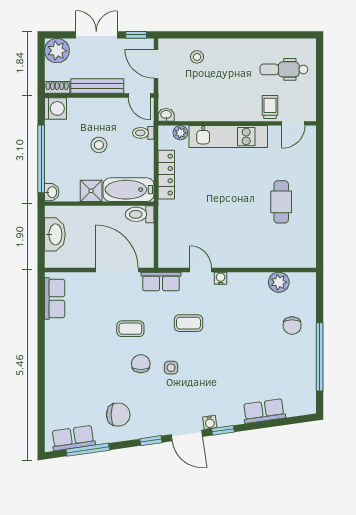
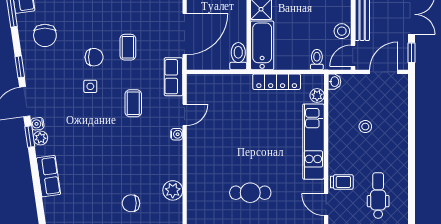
stool: (197, 57) -> (365, 127), moved
stool: (99, 145) -> (342, 31), moved
plant: (224, 419) -> (40, 138), added

